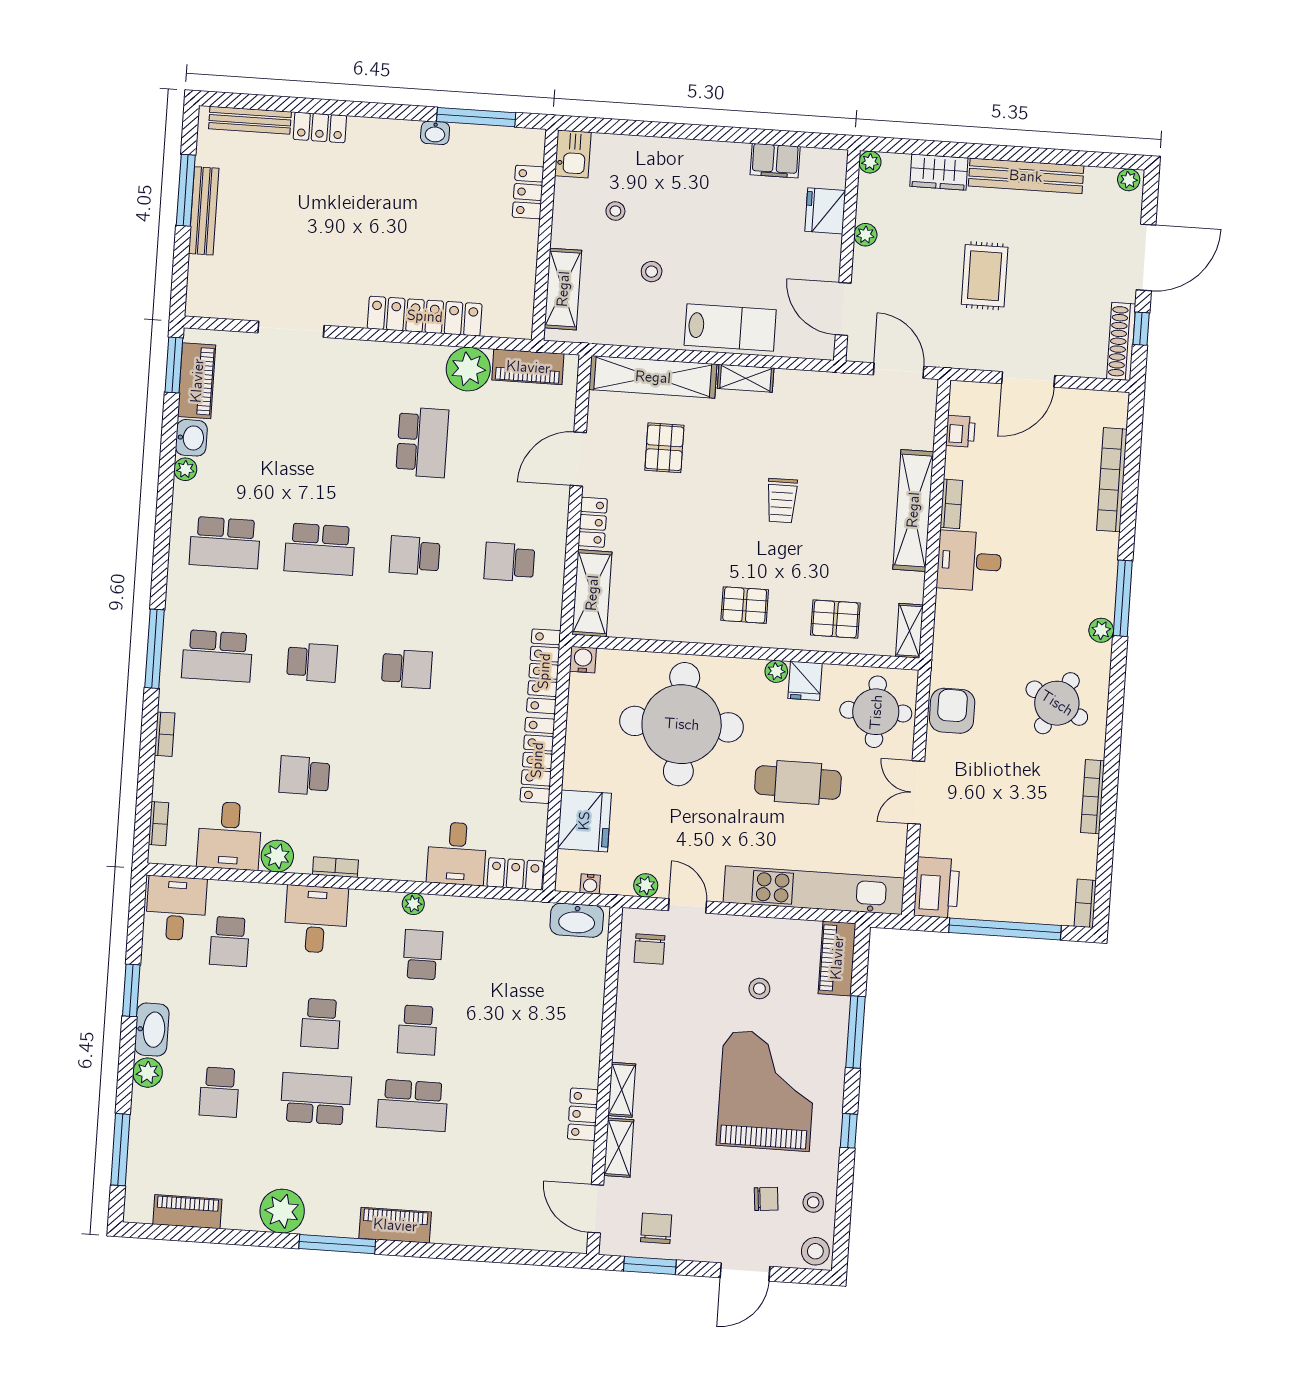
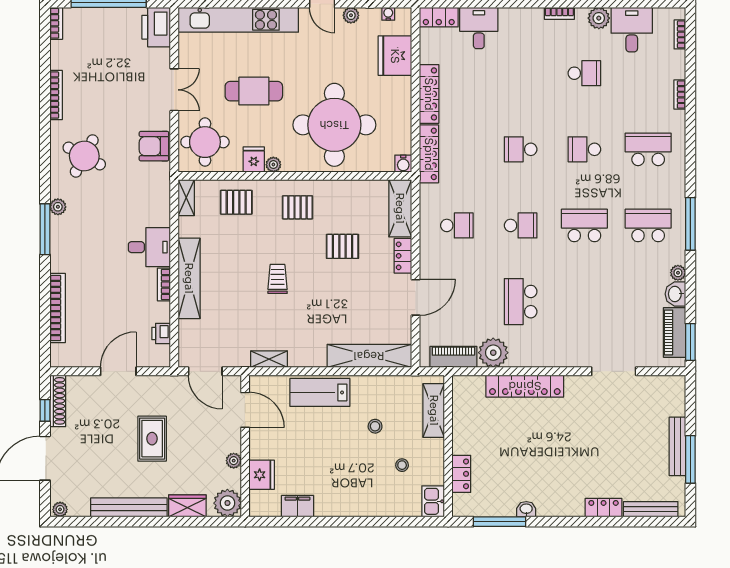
plant: (870, 162) -> (227, 503), width x1.88, depth x1.88
shelving: (746, 378) -> (269, 359), moved
pallet: (664, 448) -> (342, 246), moved, turned 90
window: (154, 649) -> (690, 224), moved
armchair: (952, 711) -> (154, 146), turned 90

